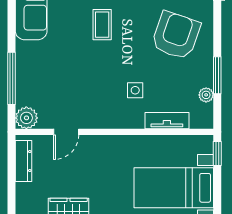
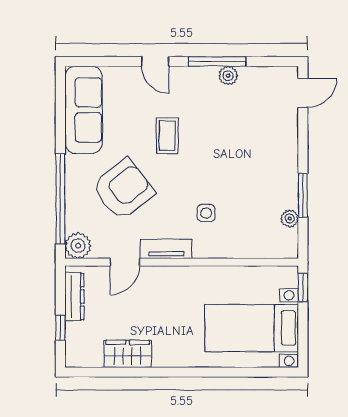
armchair: (176, 35) -> (123, 189), moved, turned 33
window: (12, 78) -> (60, 199), width x1.46
tv unit: (167, 121) -> (166, 249), moved
window: (12, 188) -> (60, 328), added

